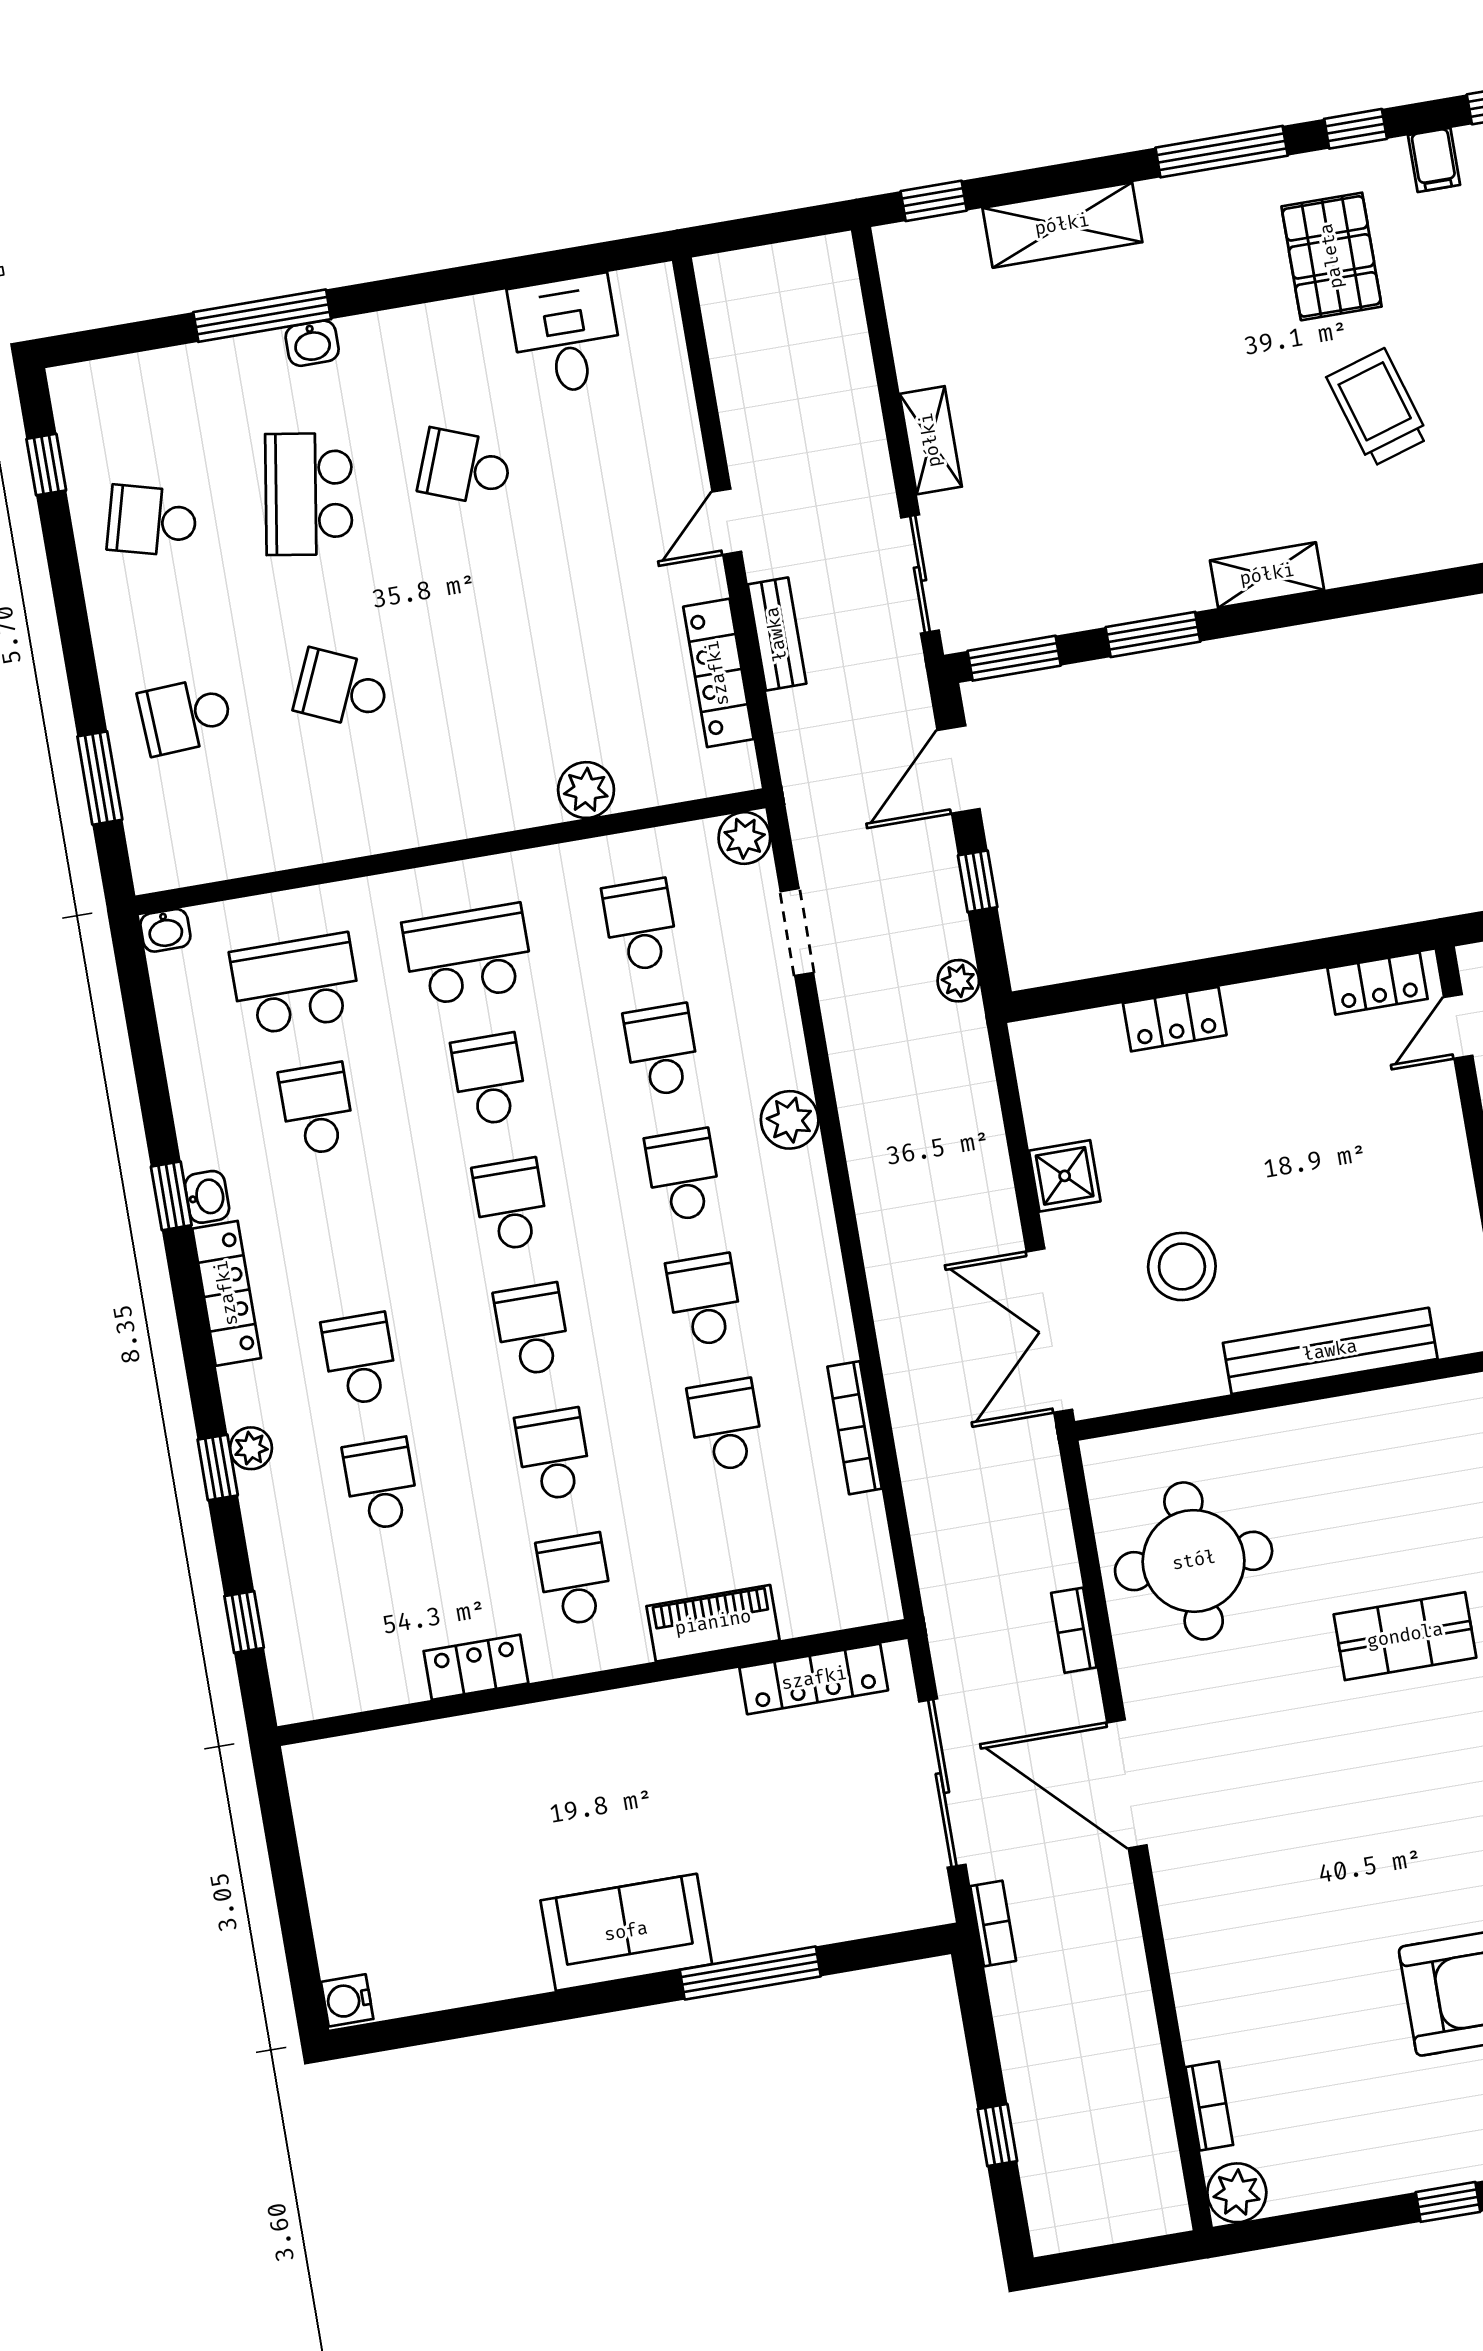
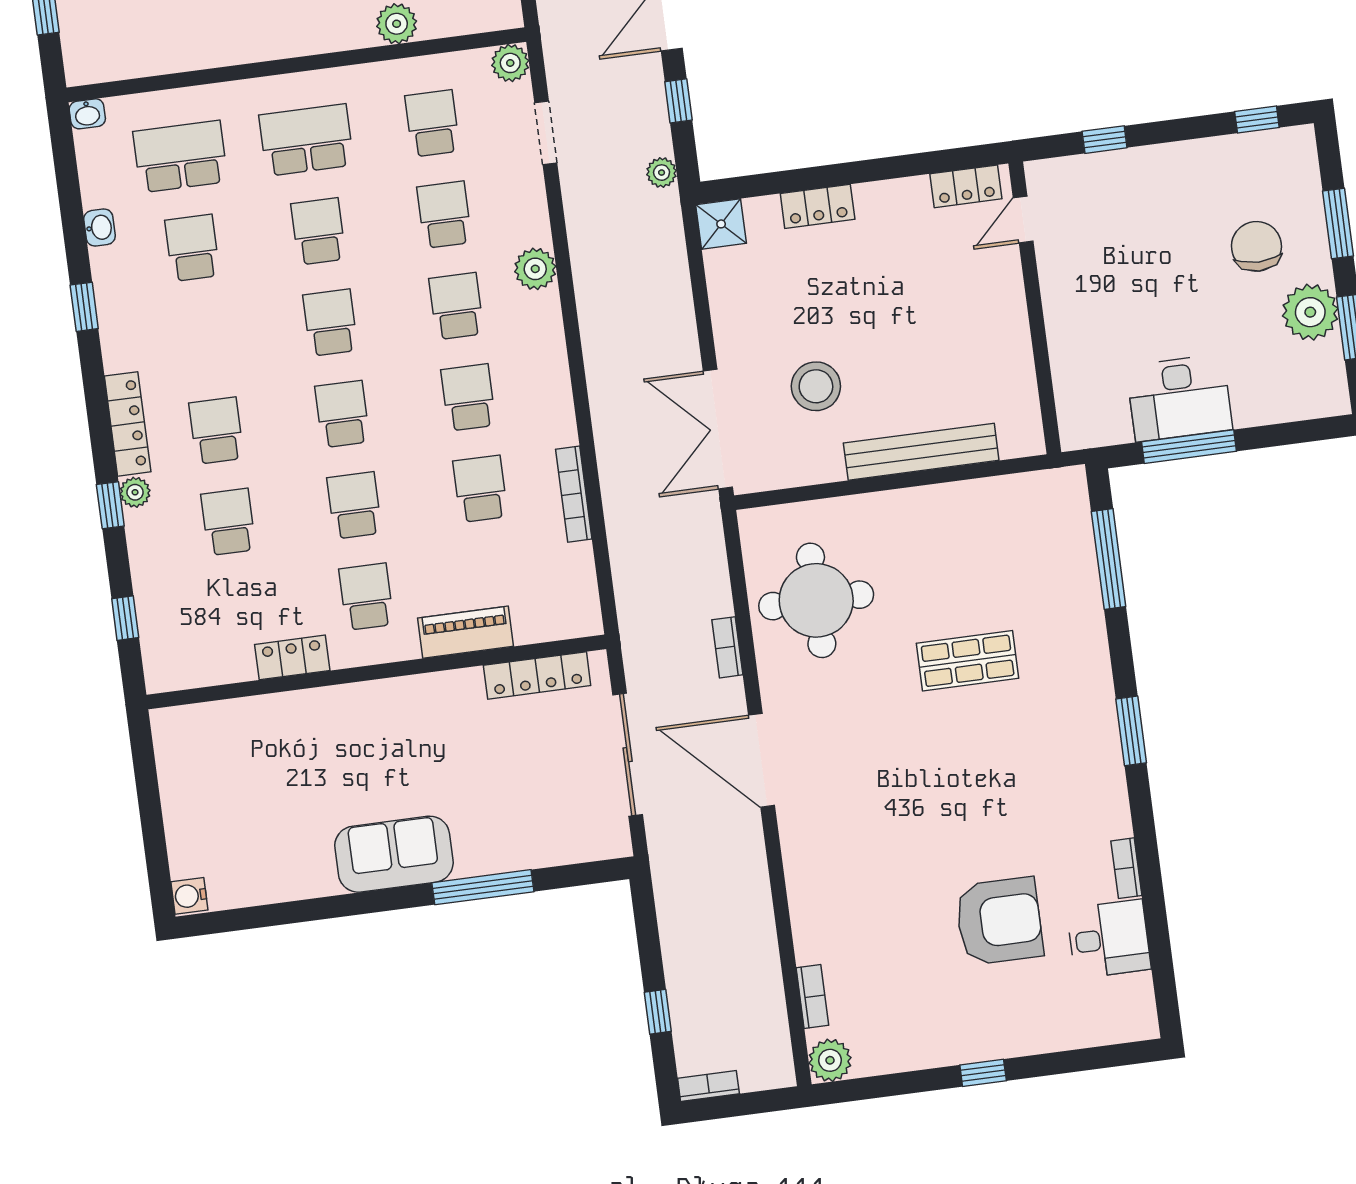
shower: (1065, 1176) -> (721, 224), moved
washbasin: (207, 1197) -> (99, 228), moved
locker: (227, 1293) -> (128, 424), moved
bookcase: (993, 1923) -> (708, 1086), moved, turned -90

